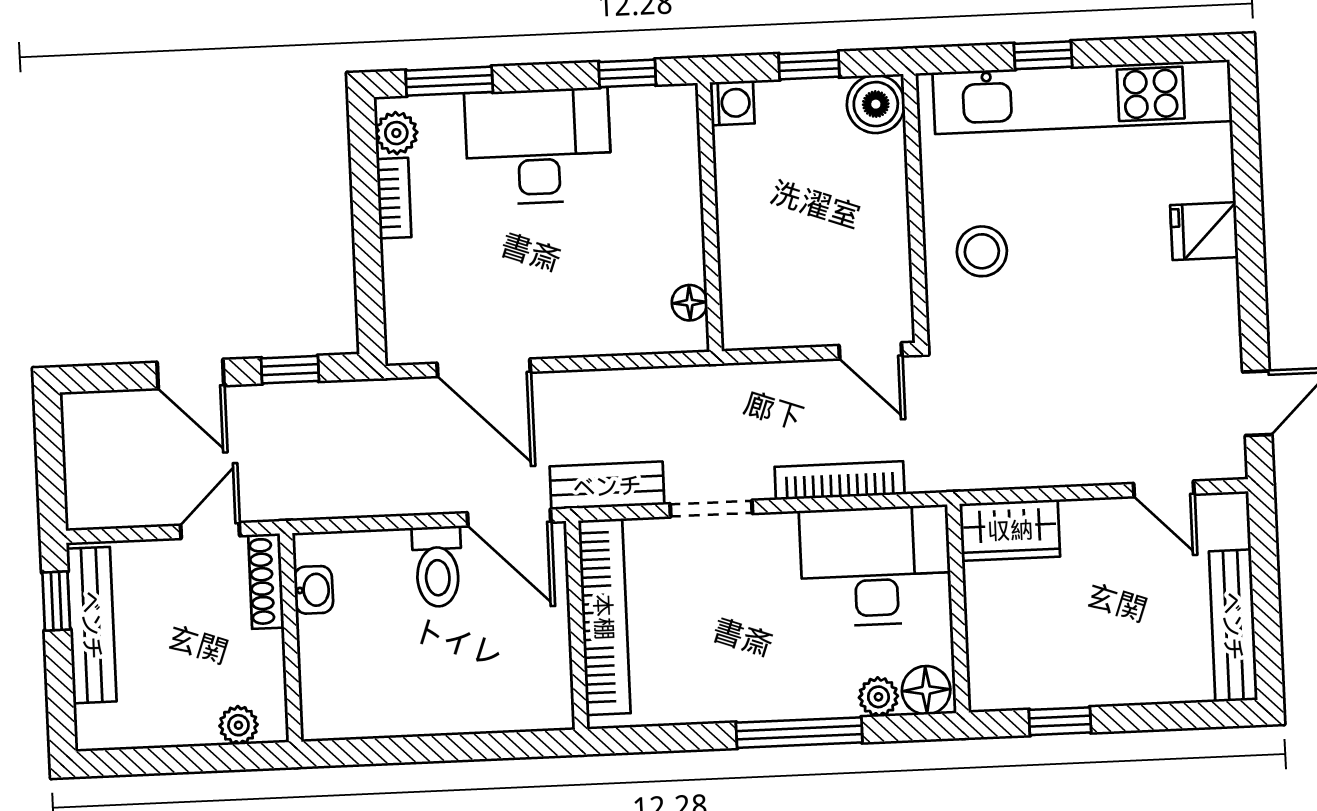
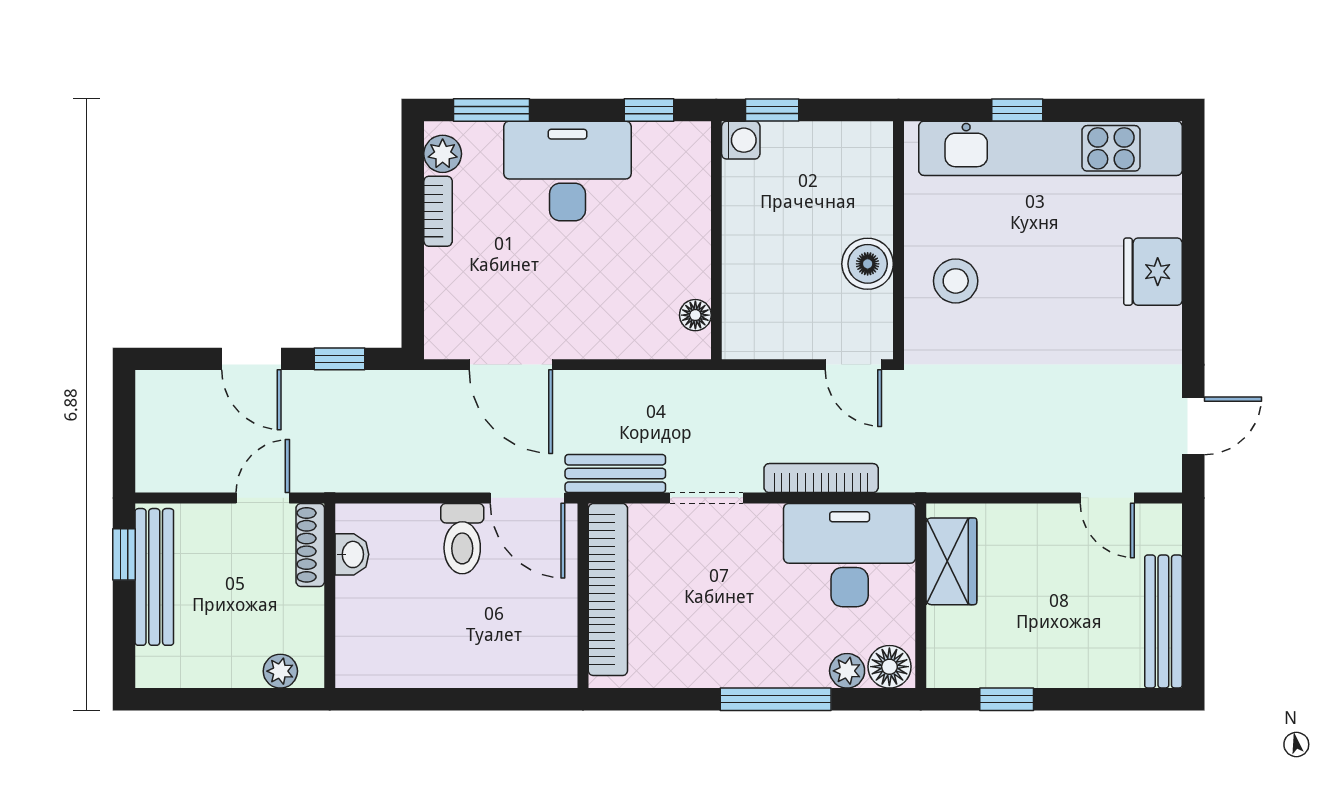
window: (809, 65) -> (772, 110), moved
boiler: (876, 104) -> (868, 264), moved
fridge: (1204, 231) -> (1153, 272), width x1.38
wardrobe: (1010, 530) -> (951, 561), moved, turned -90

